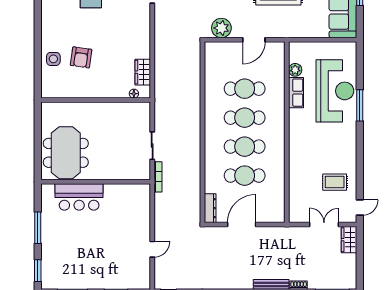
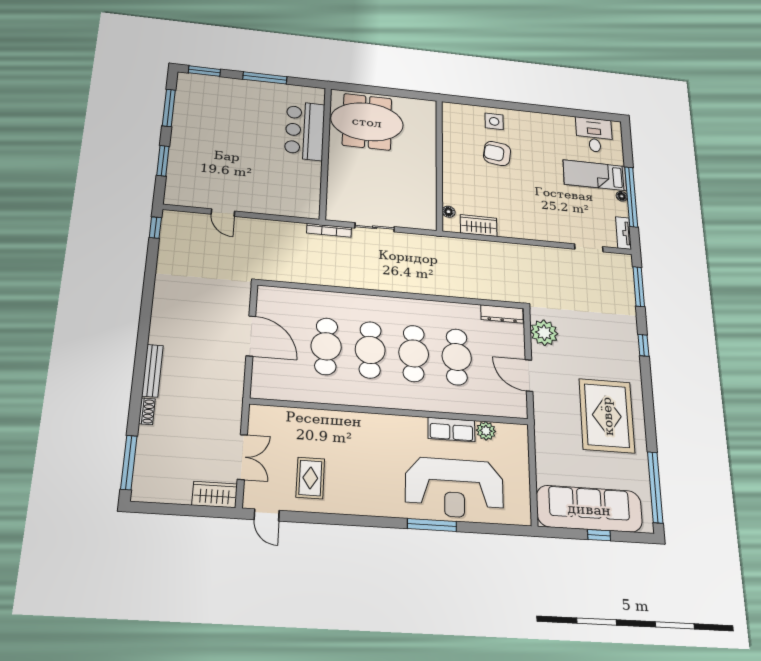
dresser: (210, 208) -> (502, 314), moved

